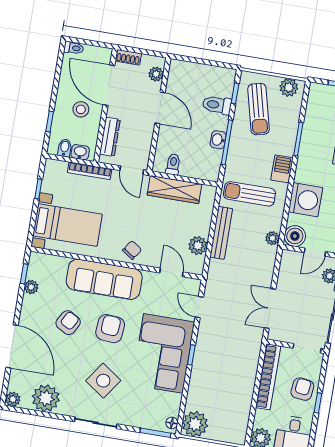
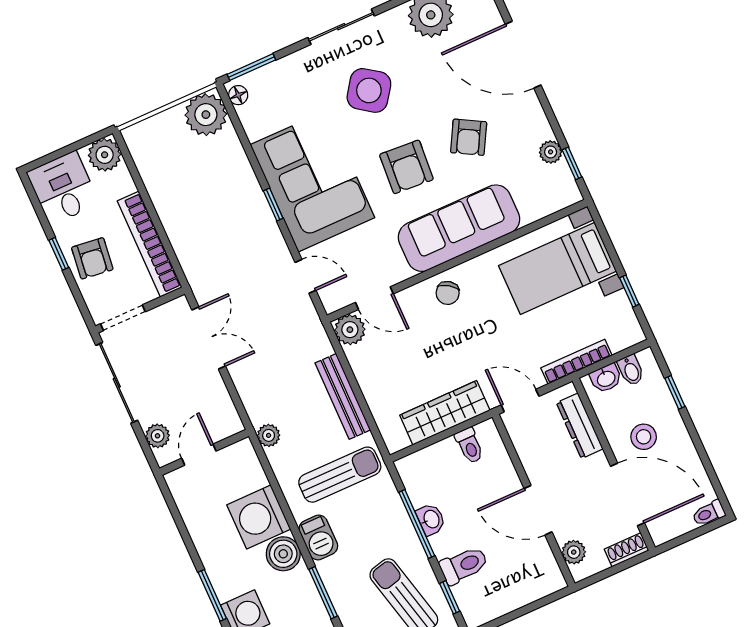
boiler: (295, 236) -> (283, 554), moved
plant: (198, 246) -> (350, 330), moved

